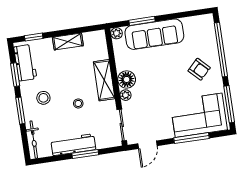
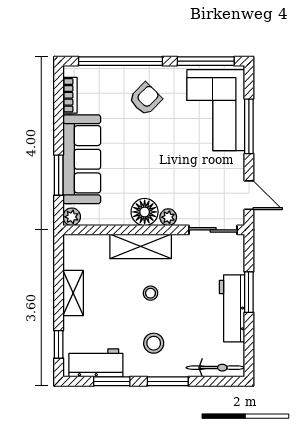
bookcase: (194, 21) -> (70, 95), added
stool: (78, 103) -> (151, 293), moved

